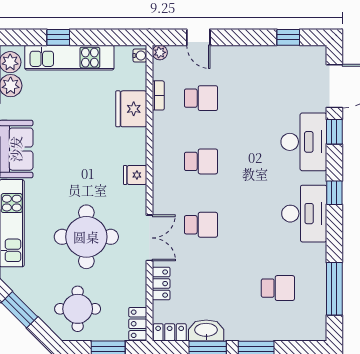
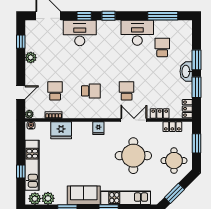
plant: (260, 55) -> (31, 57), added
window: (334, 132) -> (84, 16), moved
school desk: (201, 161) -> (91, 91), turned 90
desk: (304, 214) -> (137, 33), moved
locker: (138, 324) -> (172, 127), moved
washbasin: (206, 330) -> (186, 71), moved

